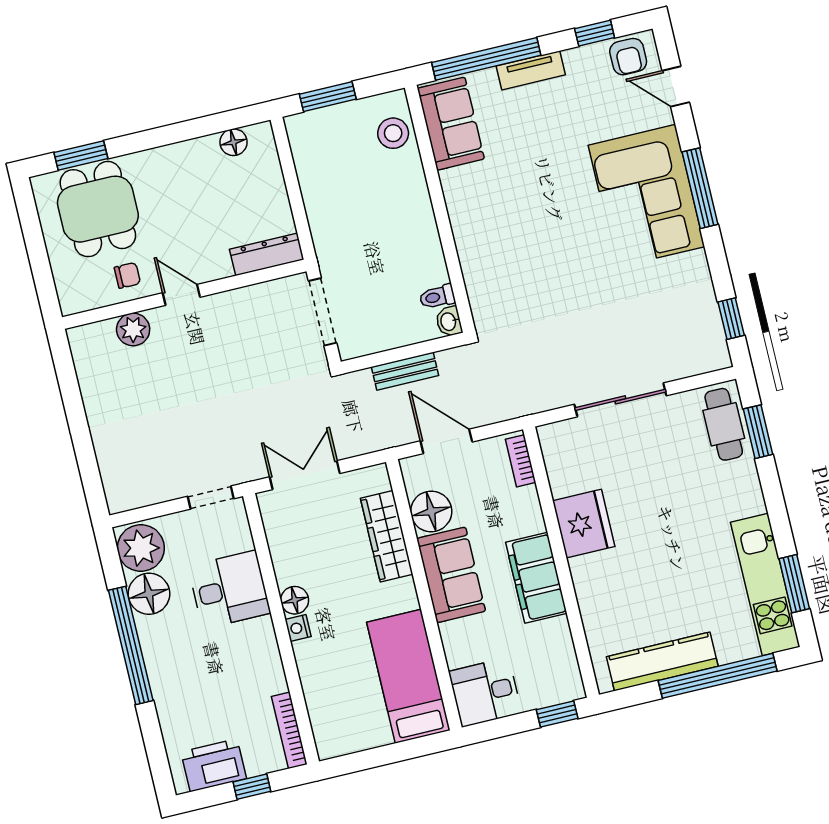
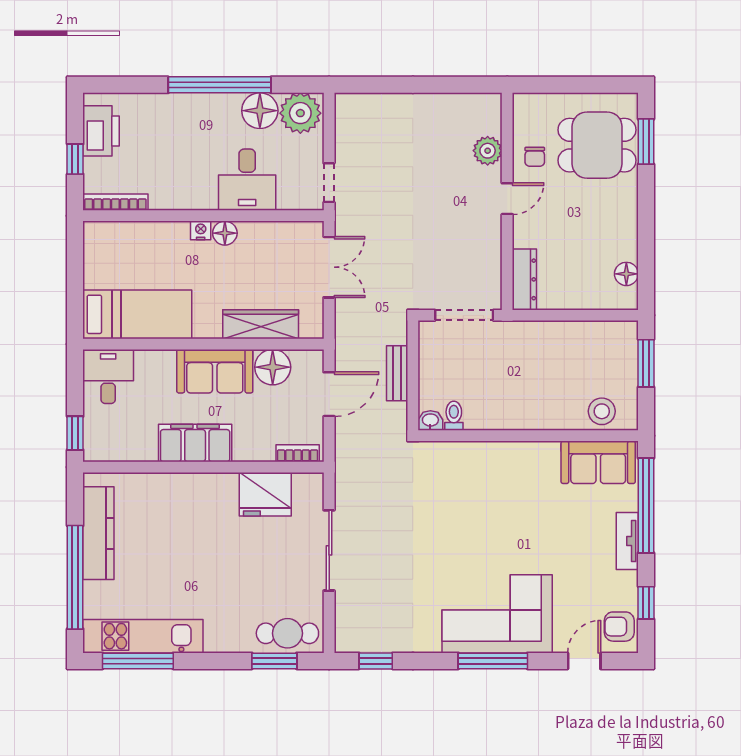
fridge: (584, 524) -> (265, 494), moved
window: (794, 584) -> (138, 661), width x1.44

